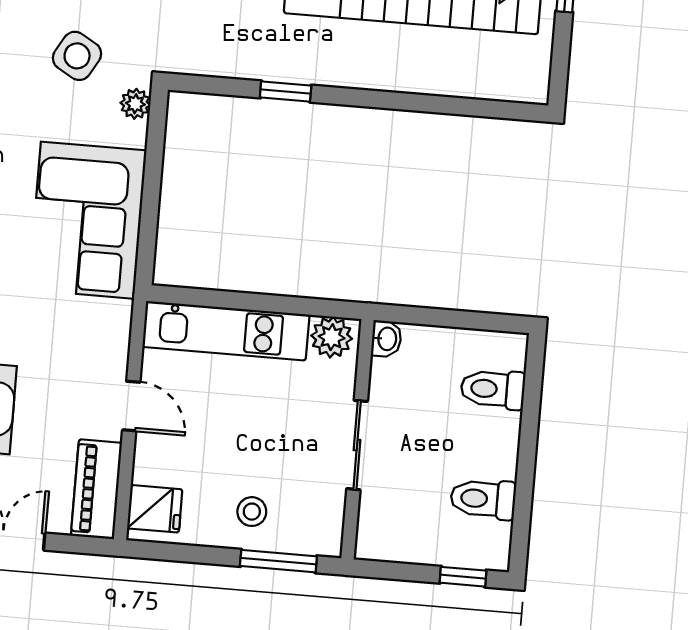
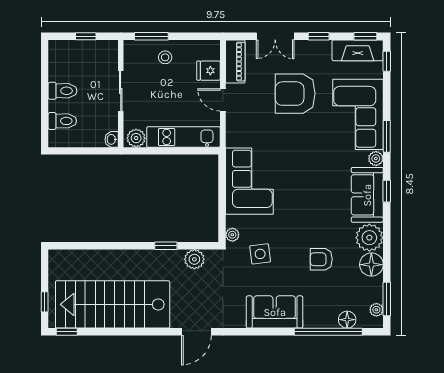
side table: (77, 56) -> (260, 254), turned -37
plant: (225, 56) -> (194, 259), added
toilet: (483, 499) -> (63, 91), moved
fridge: (155, 509) -> (209, 71), moved
window: (463, 577) -> (86, 36), moved

